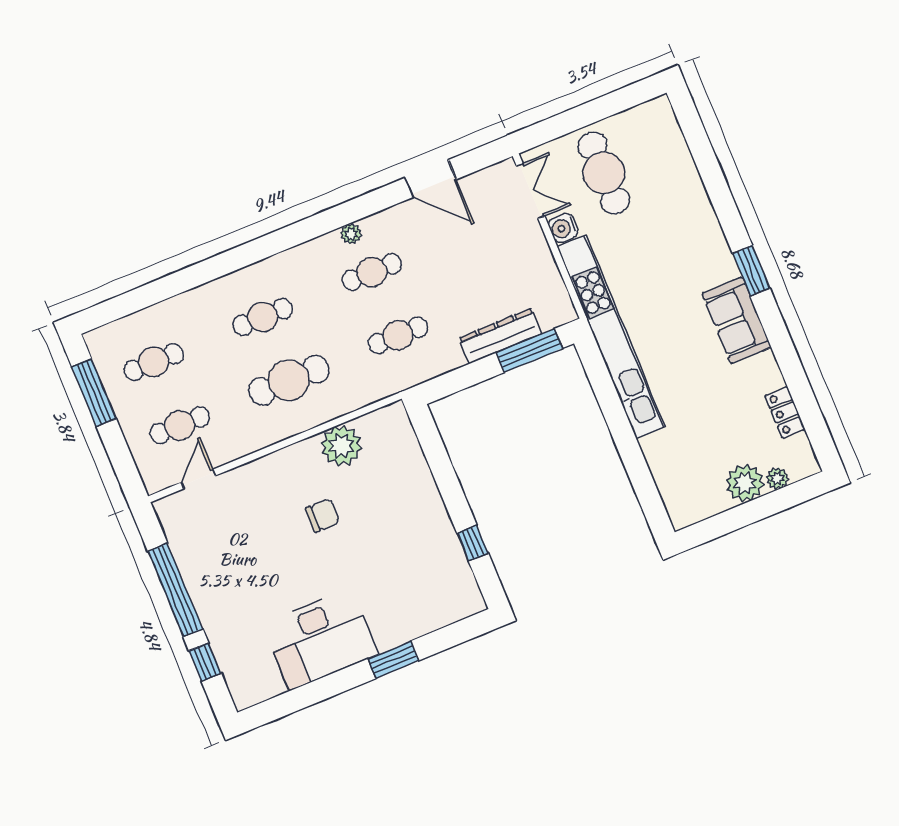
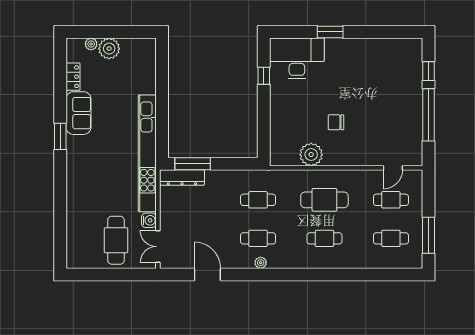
window: (751, 271) -> (60, 136), moved
sofa: (737, 320) -> (78, 113), moved
dresser: (500, 336) -> (182, 178), moved
desk: (320, 639) -> (297, 58), moved

